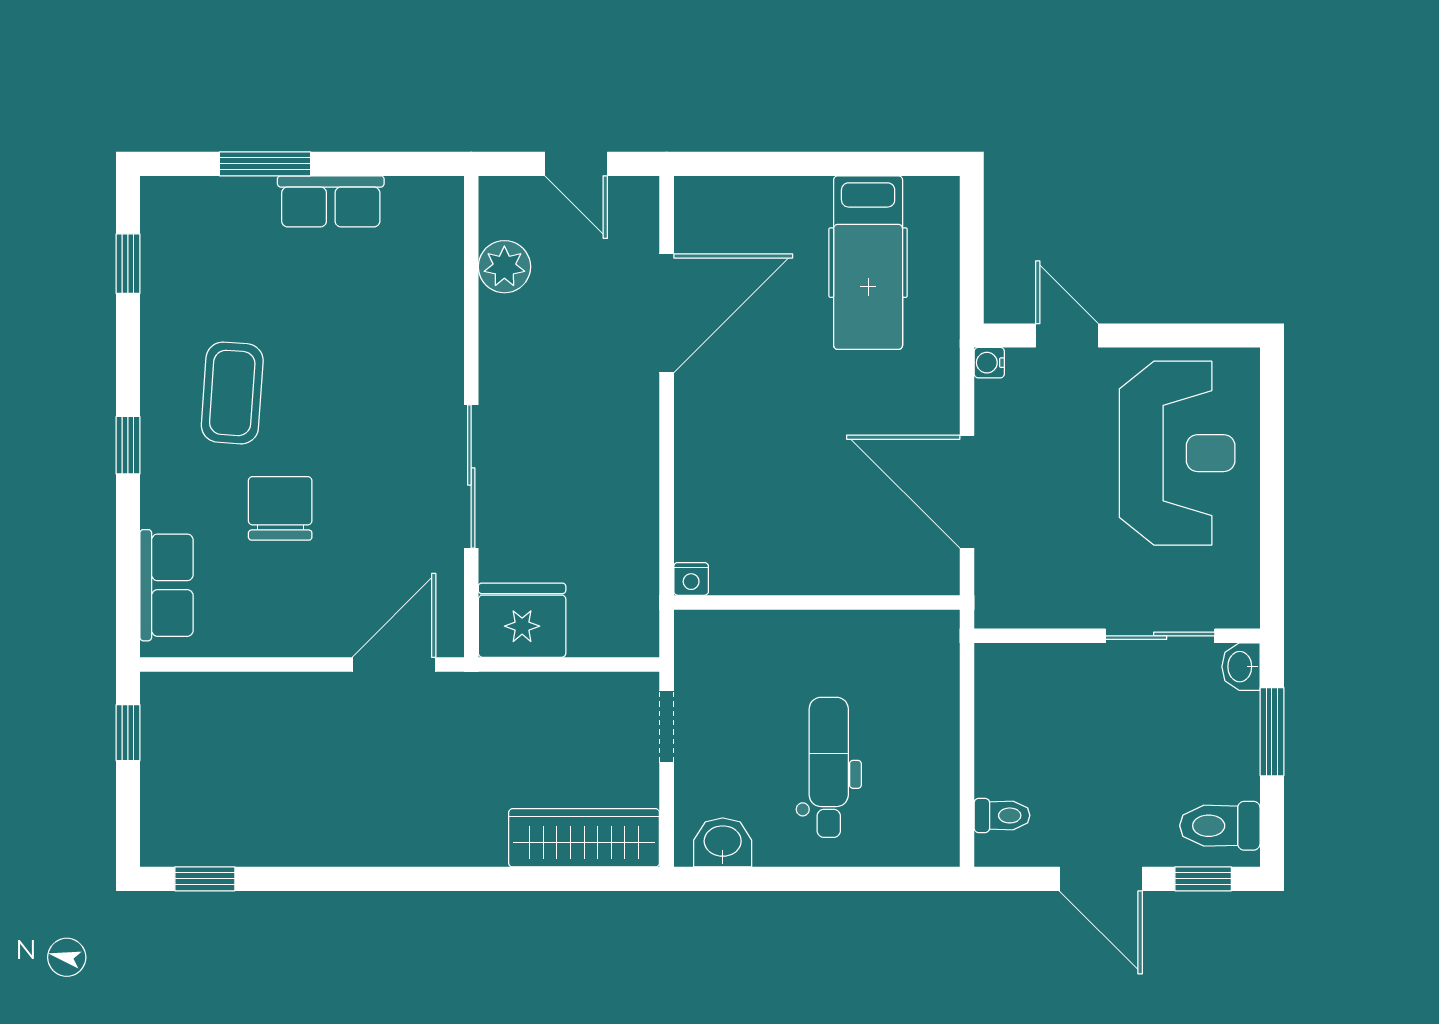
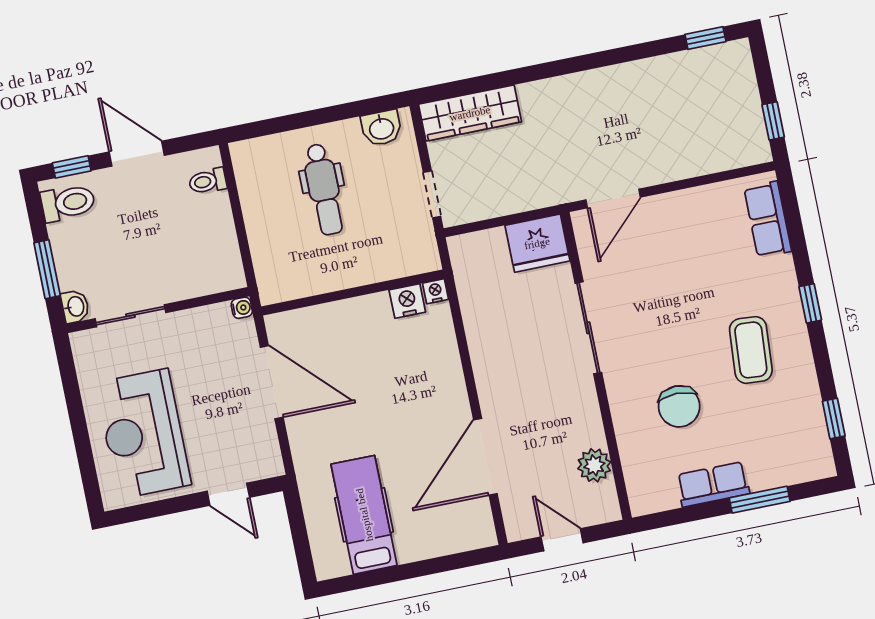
water cooler: (989, 363) -> (242, 308), moved
chair: (280, 508) -> (679, 406), moved
nightstand: (737, 573) -> (407, 301), added

